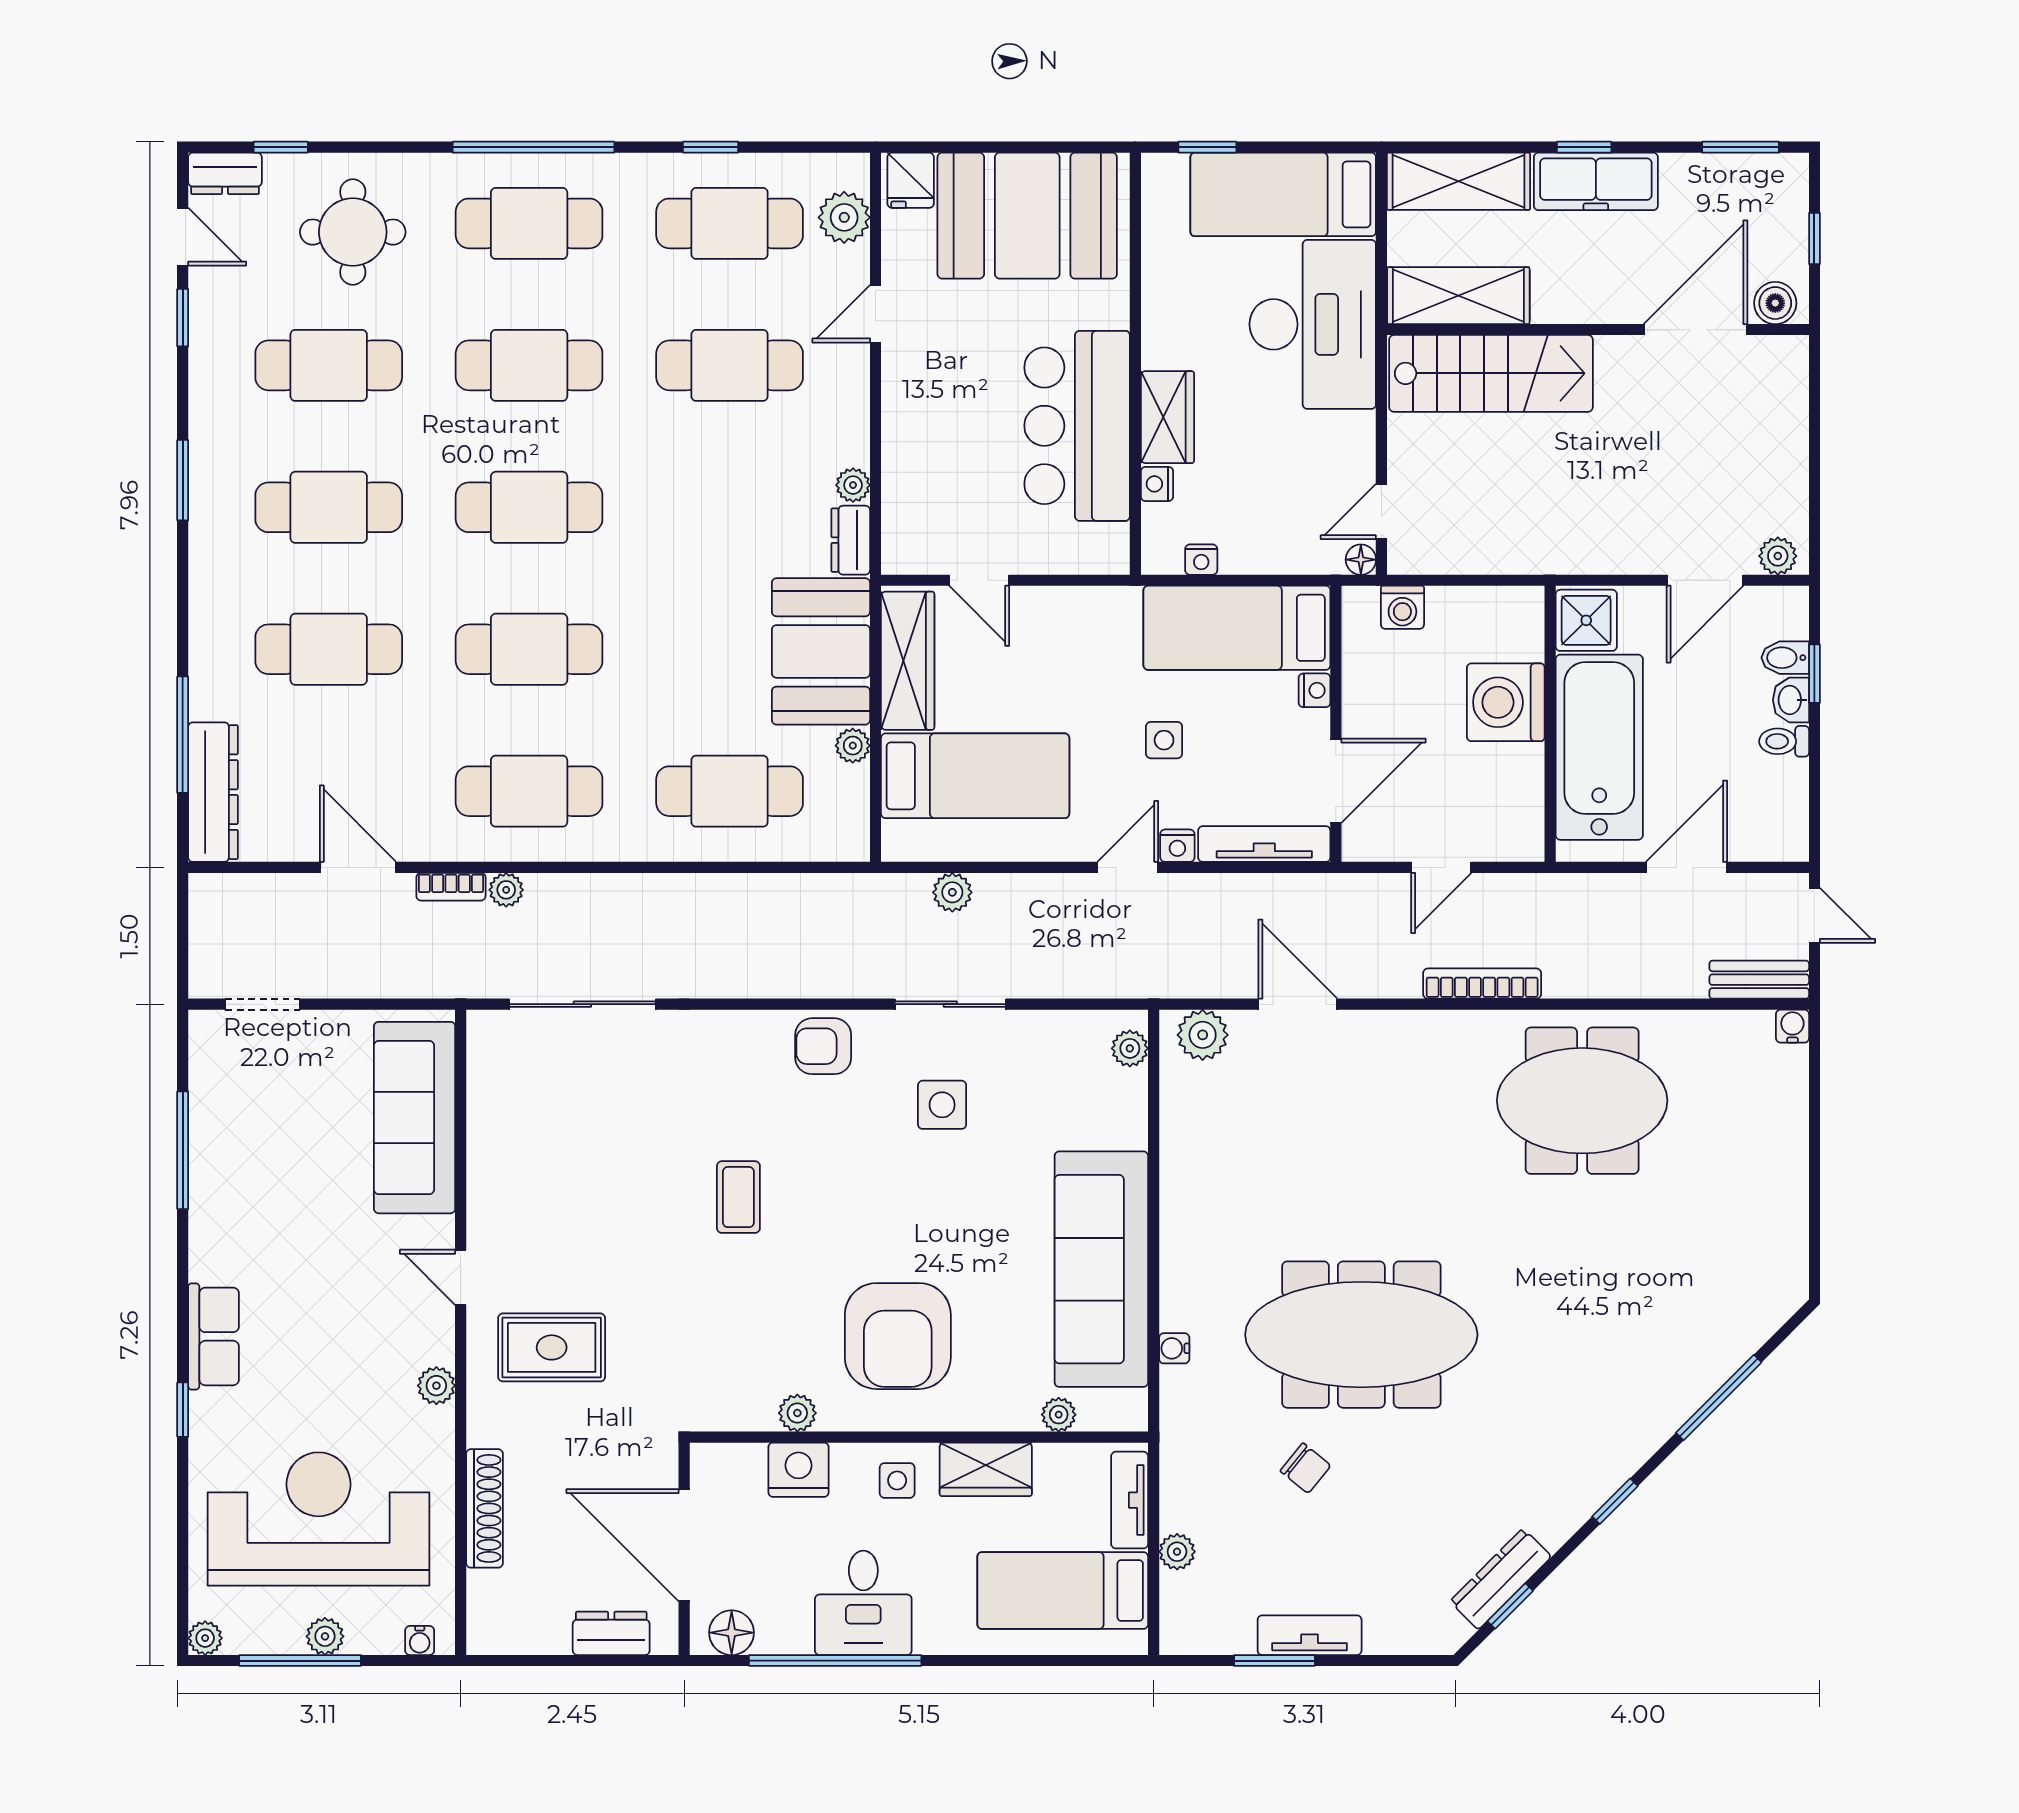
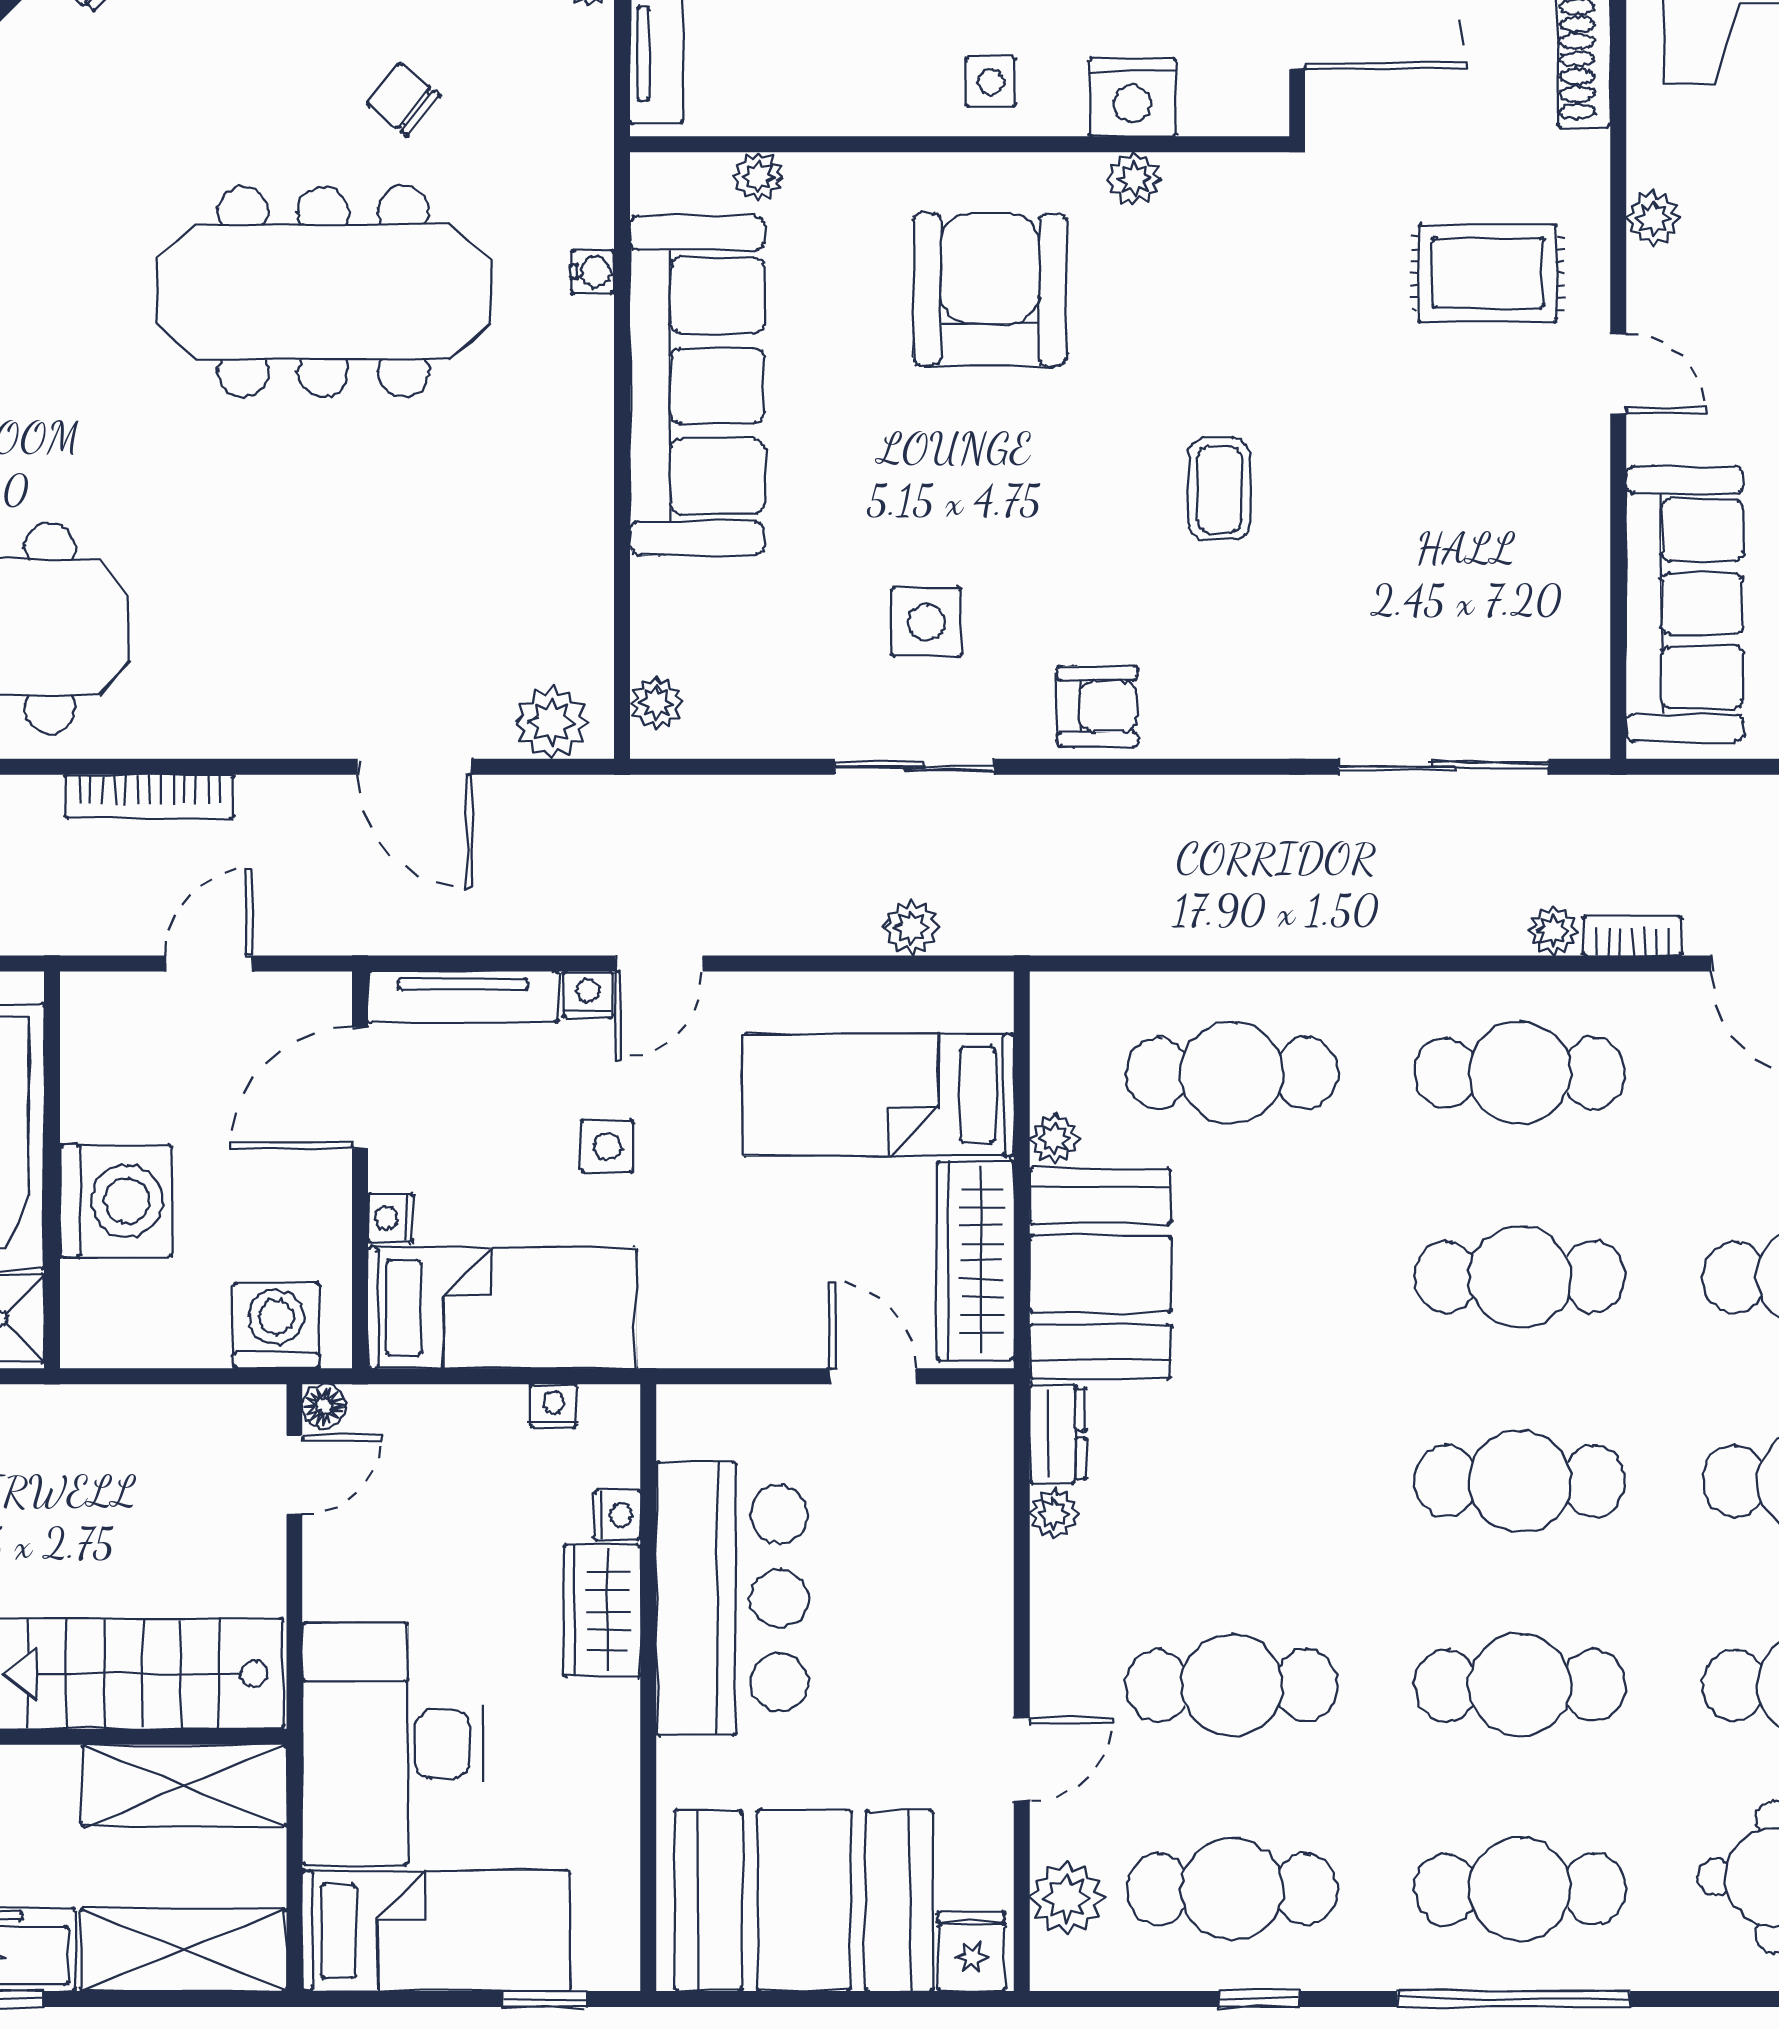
washing machine: (1402, 607) -> (276, 1326), width x1.38, depth x1.38
wardrobe: (986, 1469) -> (863, 98), removed

